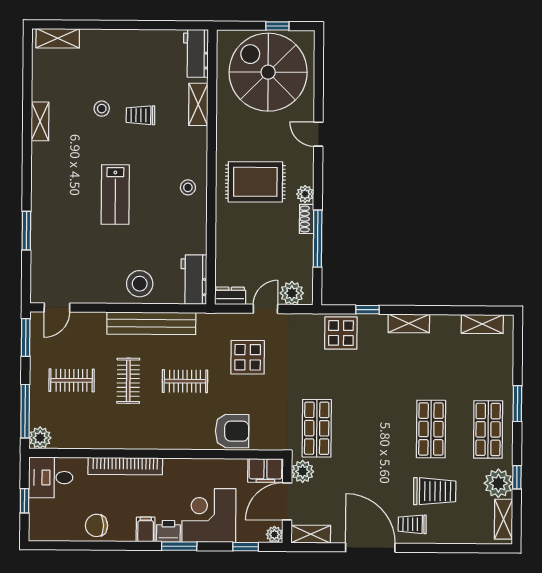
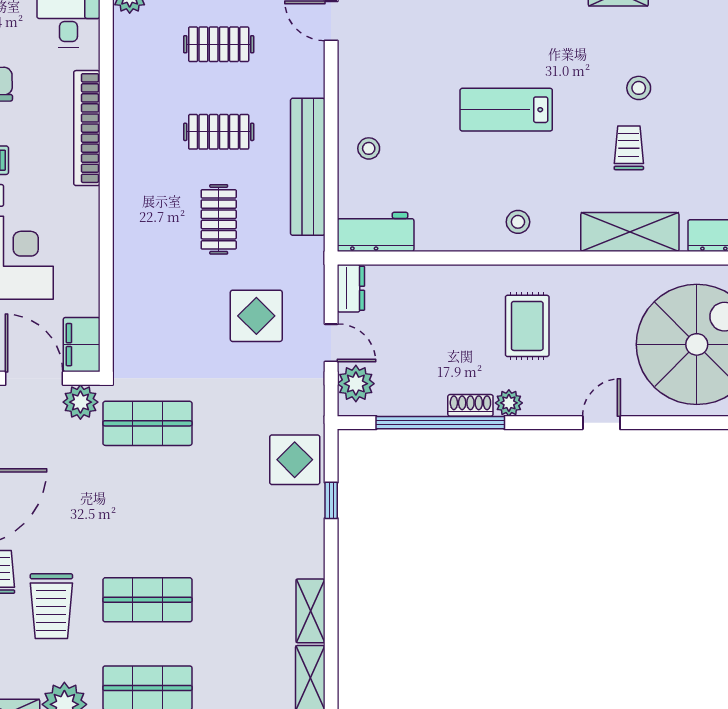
shelving: (198, 104) -> (630, 232), width x1.50, depth x1.33
rug: (255, 182) -> (527, 326), width x0.73, depth x0.70
window: (318, 239) -> (440, 423), width x1.46
stool: (140, 284) -> (369, 148), width x0.53, depth x0.53
shelving: (409, 323) -> (310, 611), moved
clothes rail: (72, 380) -> (219, 44), turned 90
armchair: (232, 431) -> (142, 293), removed

